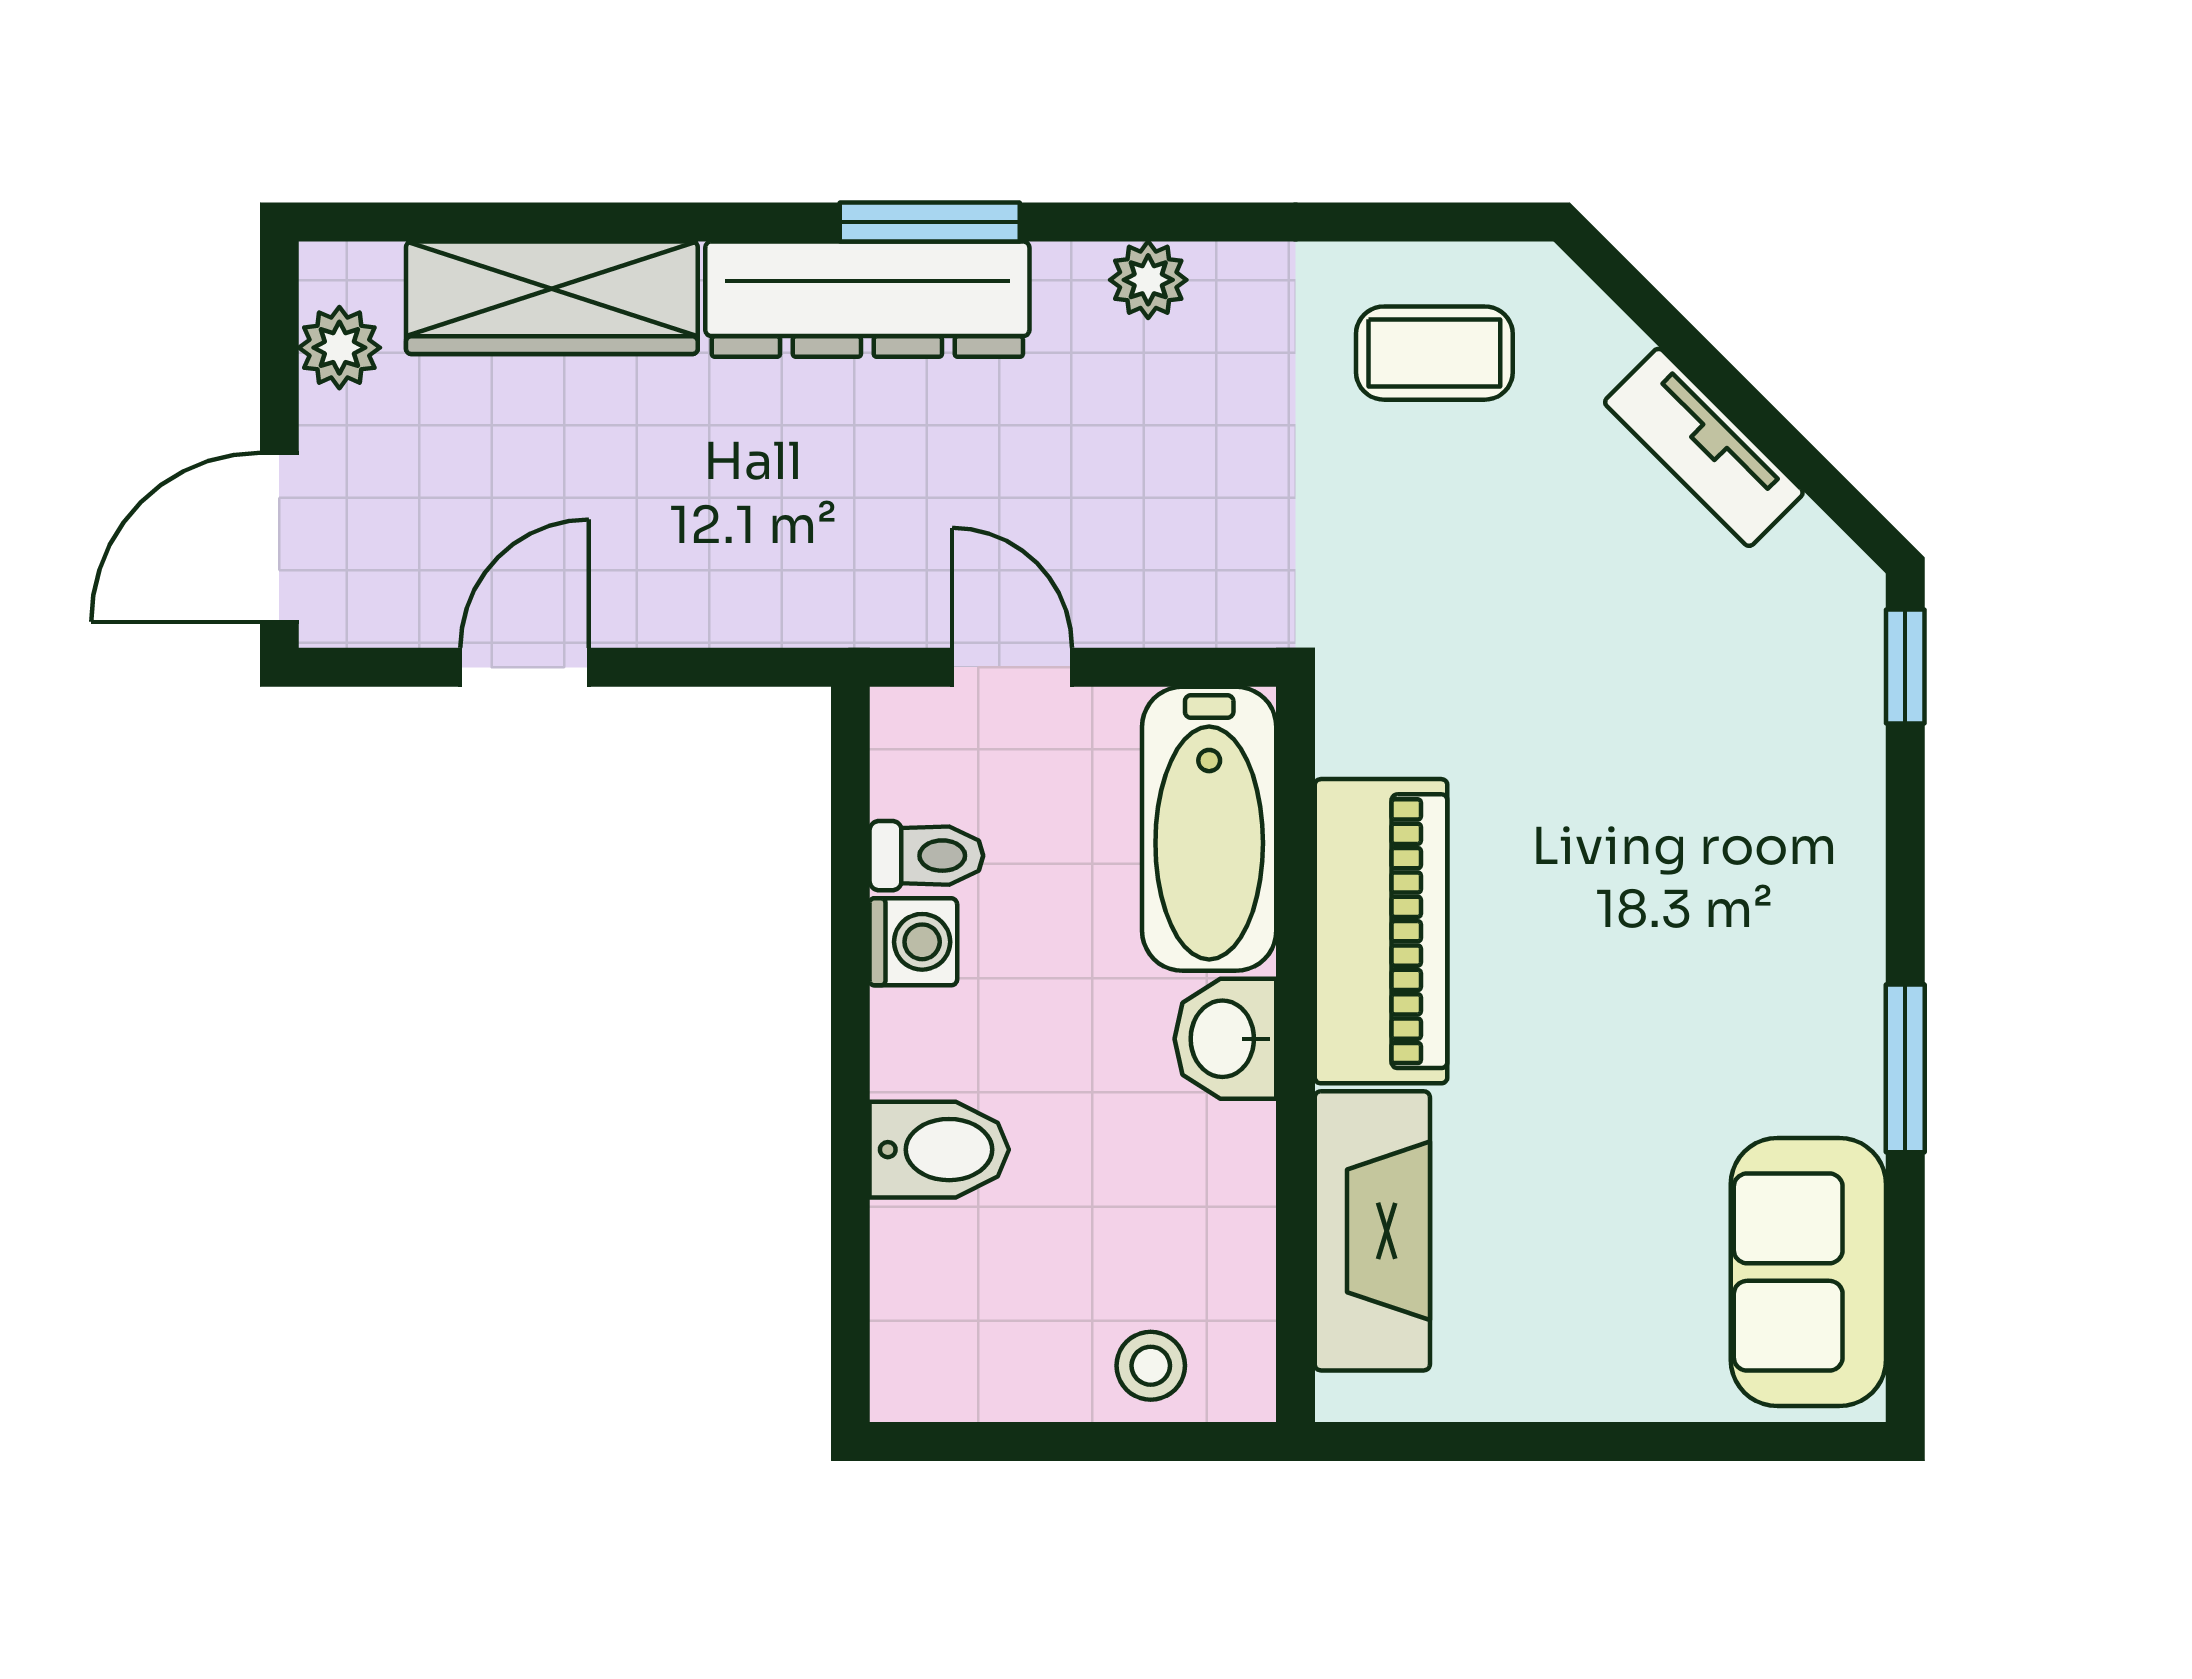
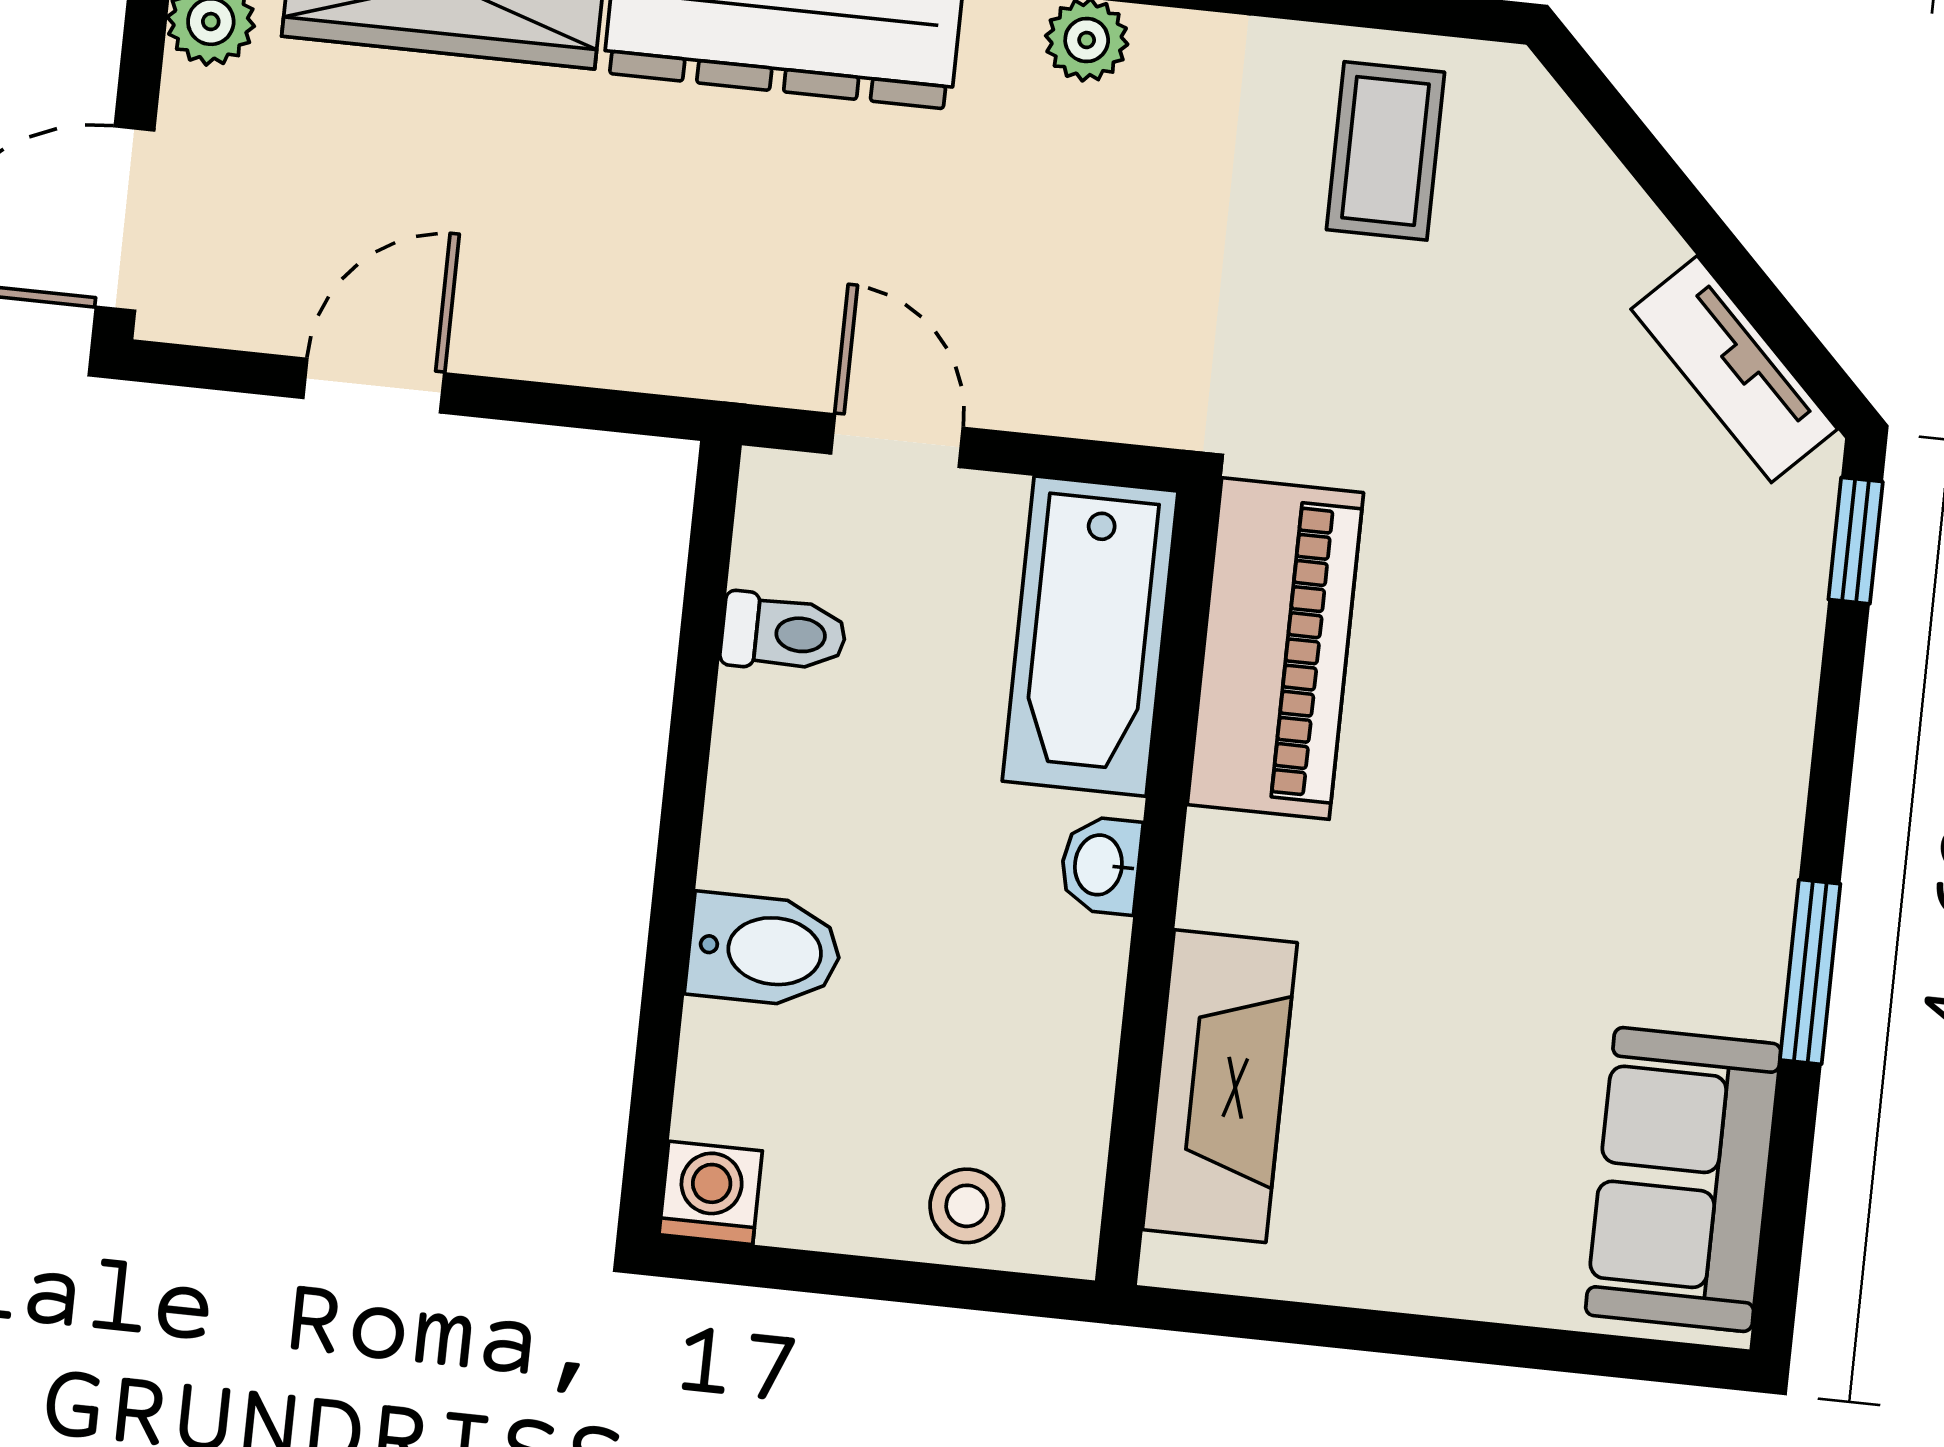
coffee table: (1434, 353) -> (1386, 151), turned 90
tv unit: (1704, 447) -> (1734, 369), moved
piano: (1381, 931) -> (1275, 649), moved
washing machine: (913, 942) -> (711, 1193), moved, turned -90
washbasin: (1225, 1039) -> (1101, 865), width x0.72, depth x0.69

